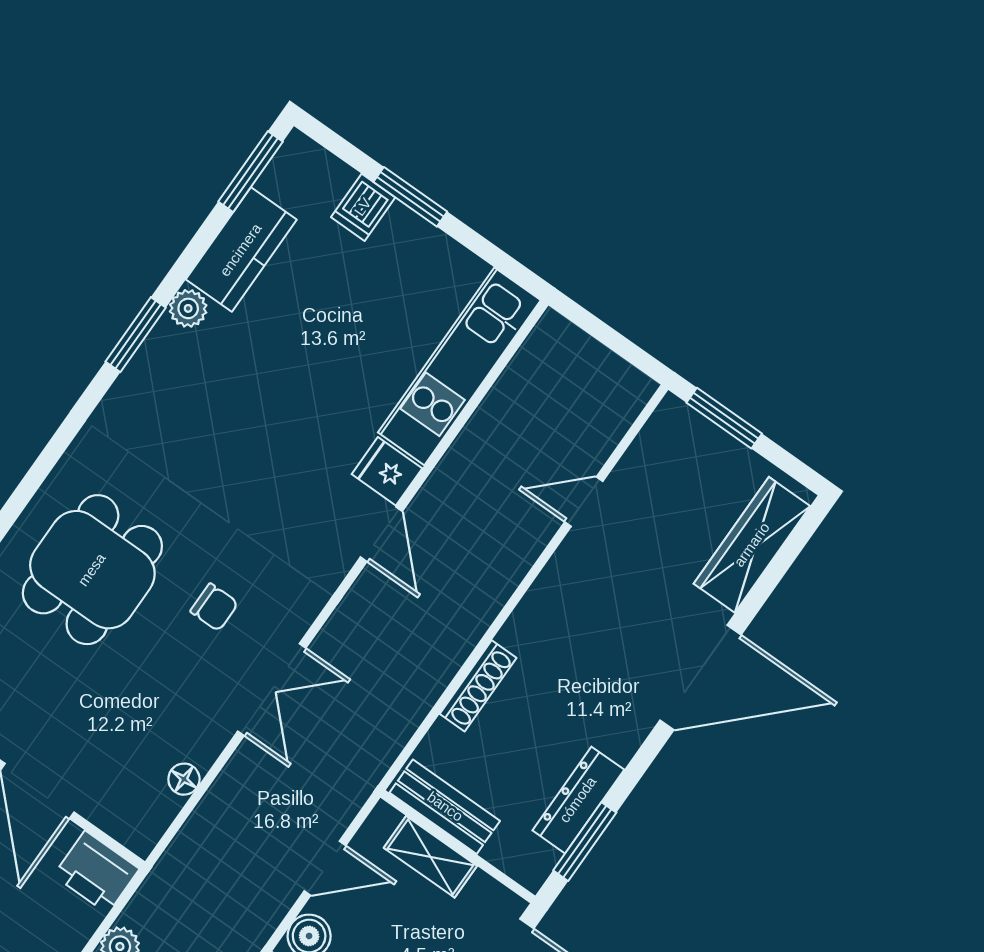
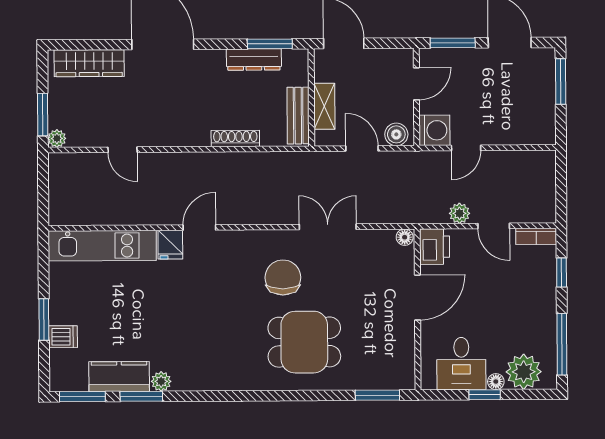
window: (136, 335) -> (141, 396), moved
plant: (672, 414) -> (57, 138), added
chair: (214, 607) -> (283, 277), width x1.87, depth x1.87
double door: (272, 690) -> (328, 227), moved
floor lamp: (184, 779) -> (405, 237), moved

